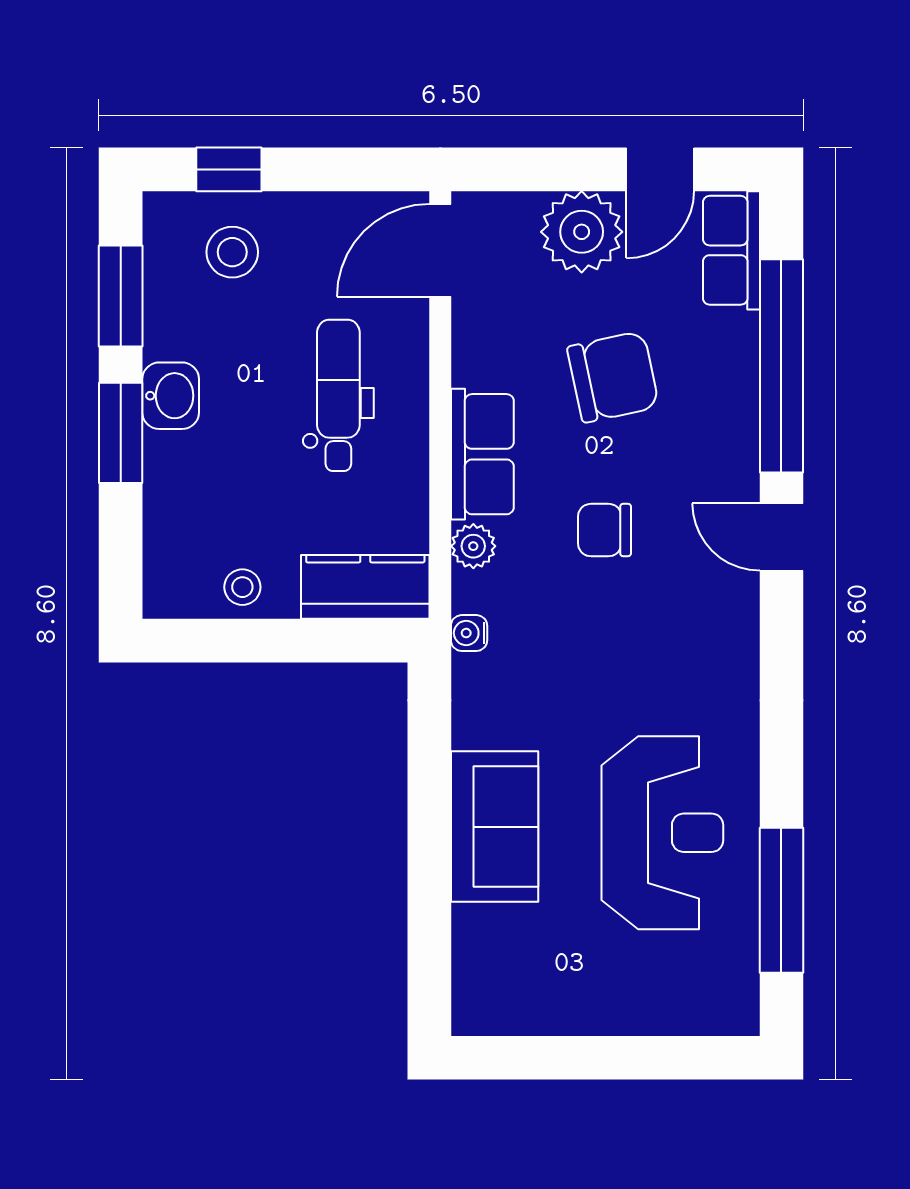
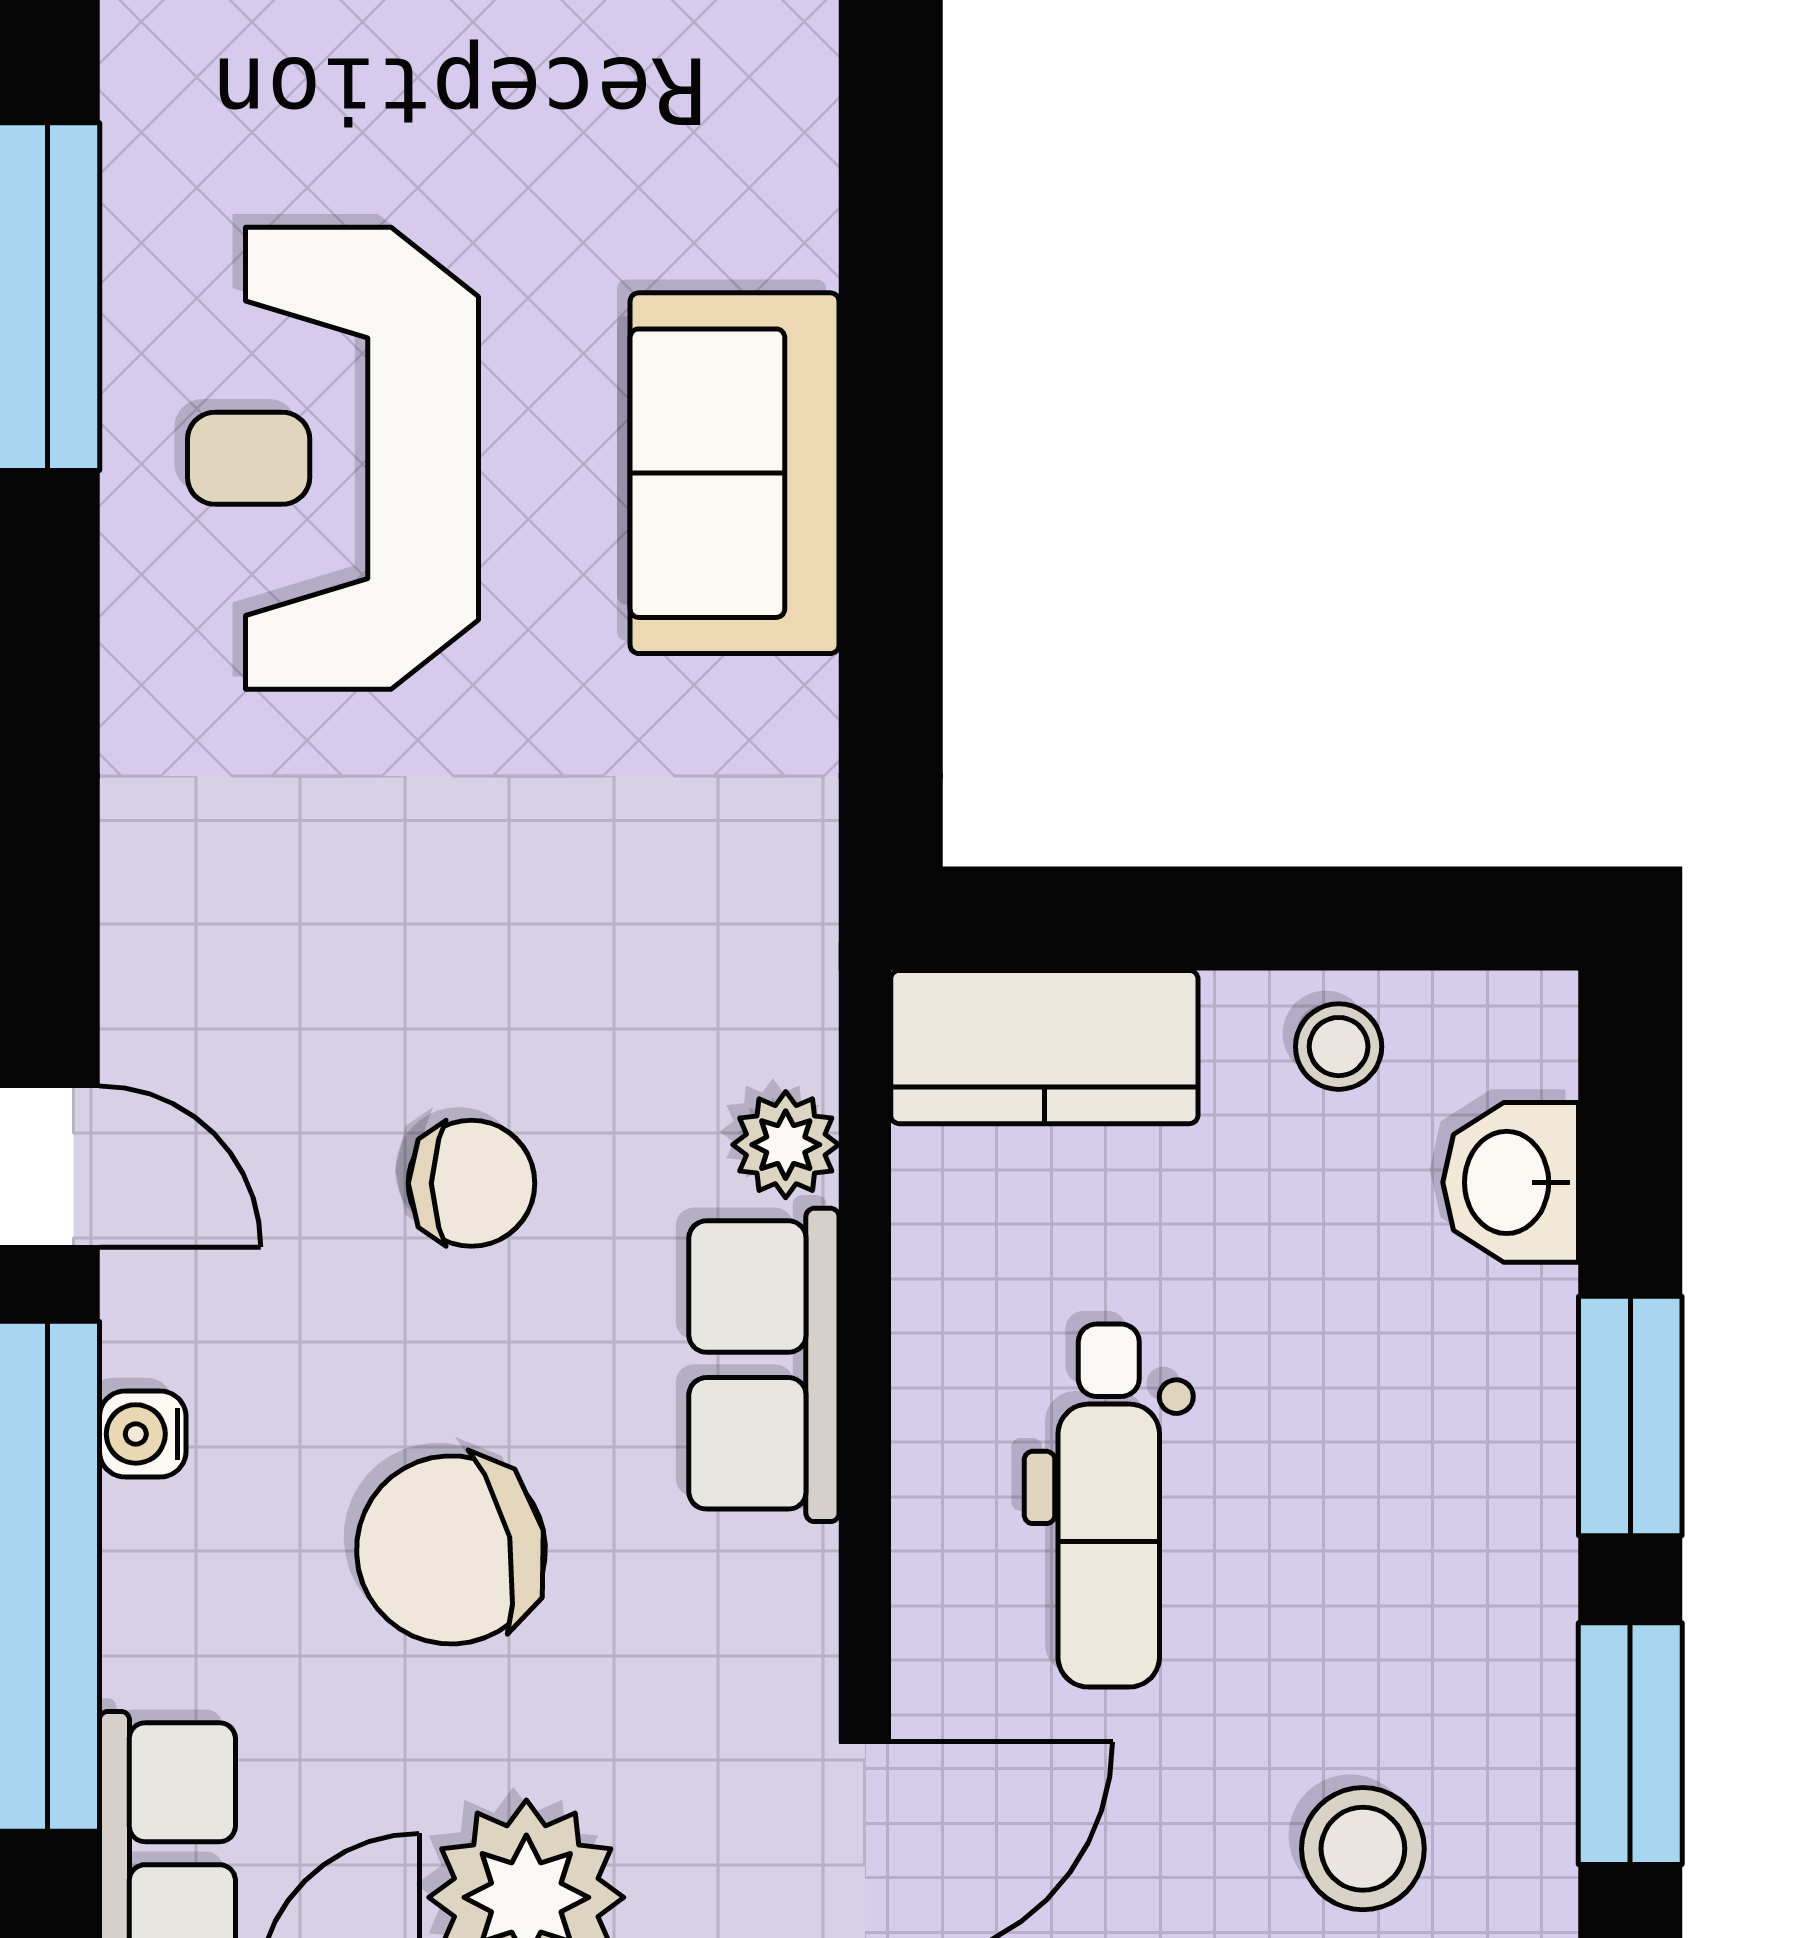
washbasin: (171, 396) -> (1511, 1182), moved
water cooler: (469, 633) -> (143, 1434), moved, turned 180

